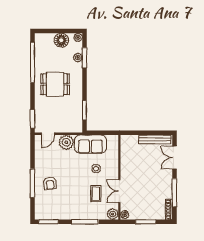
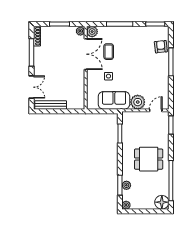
floor lamp: (61, 40) -> (162, 202), moved
armchair: (50, 183) -> (161, 47), moved
double door: (119, 191) -> (86, 54), width x1.37

